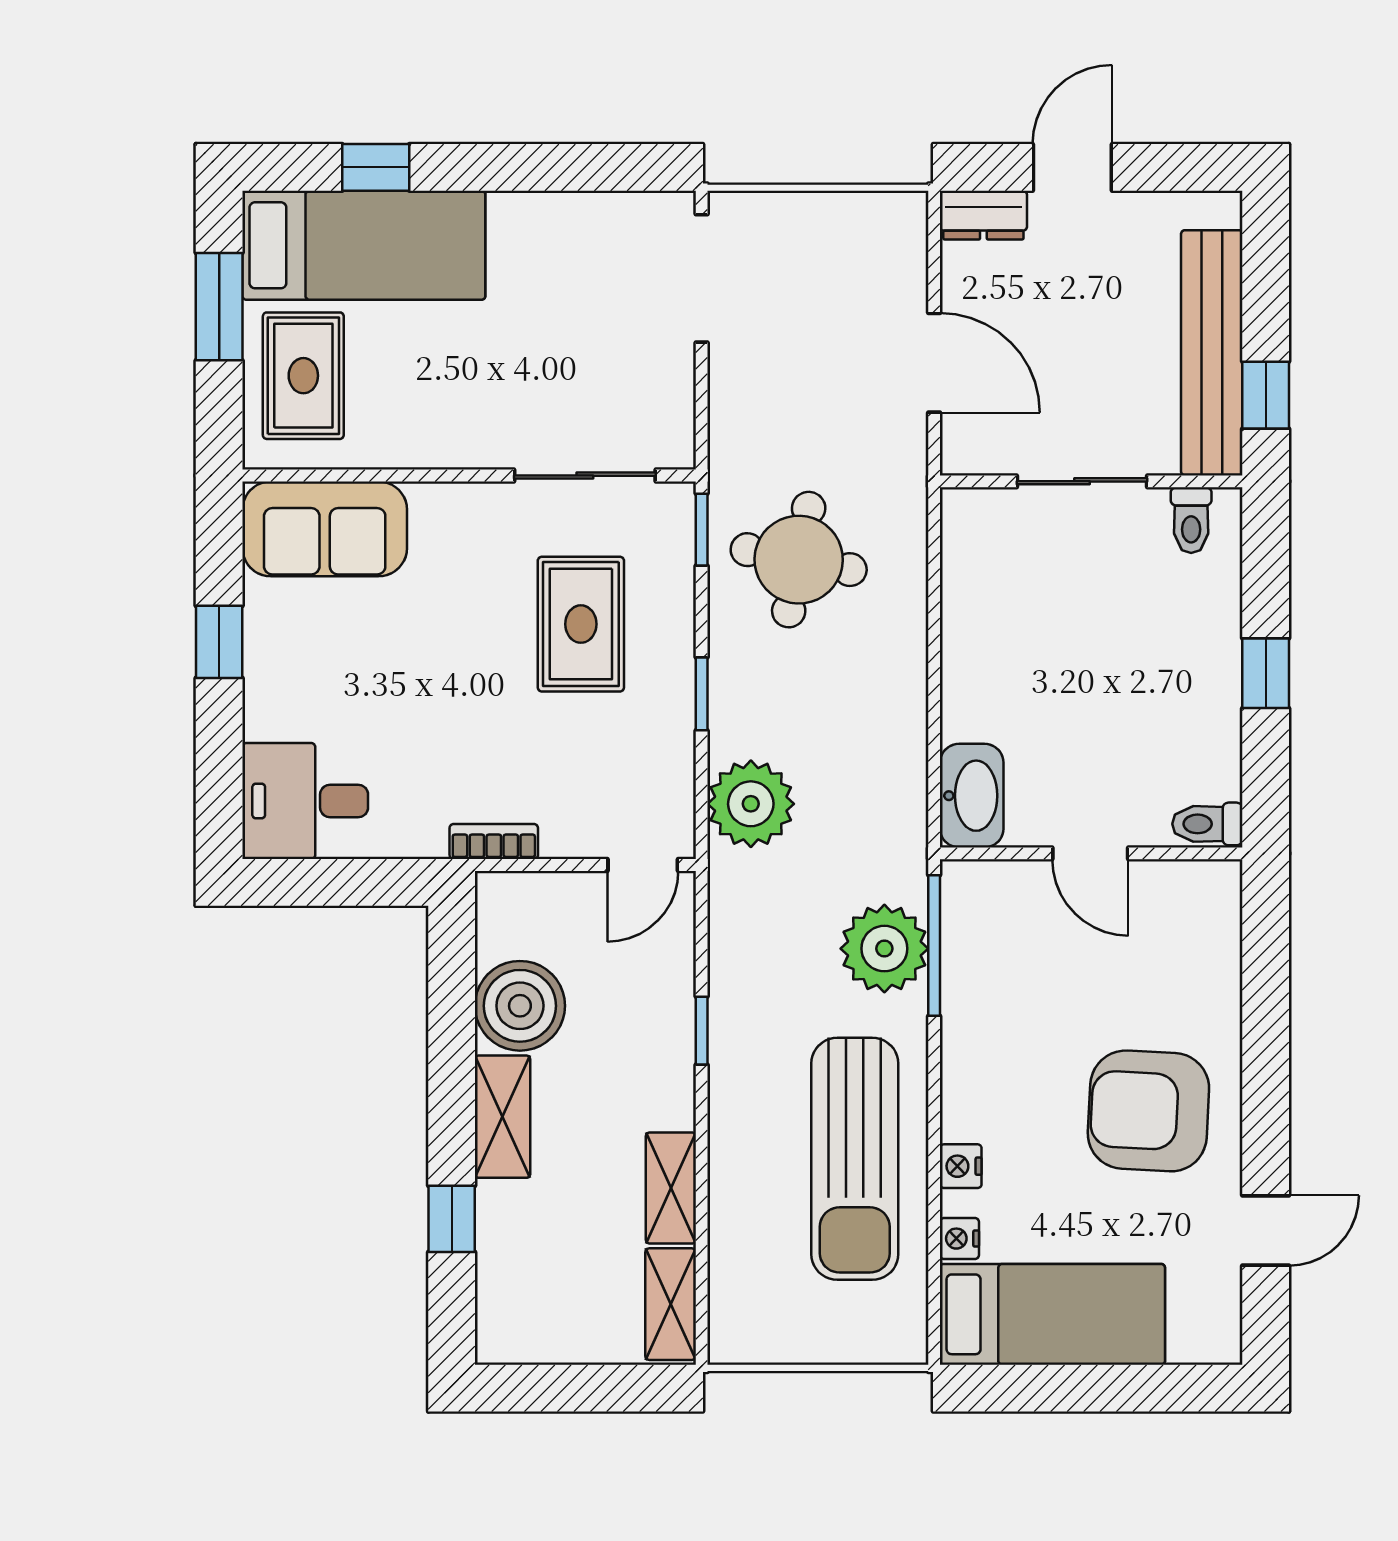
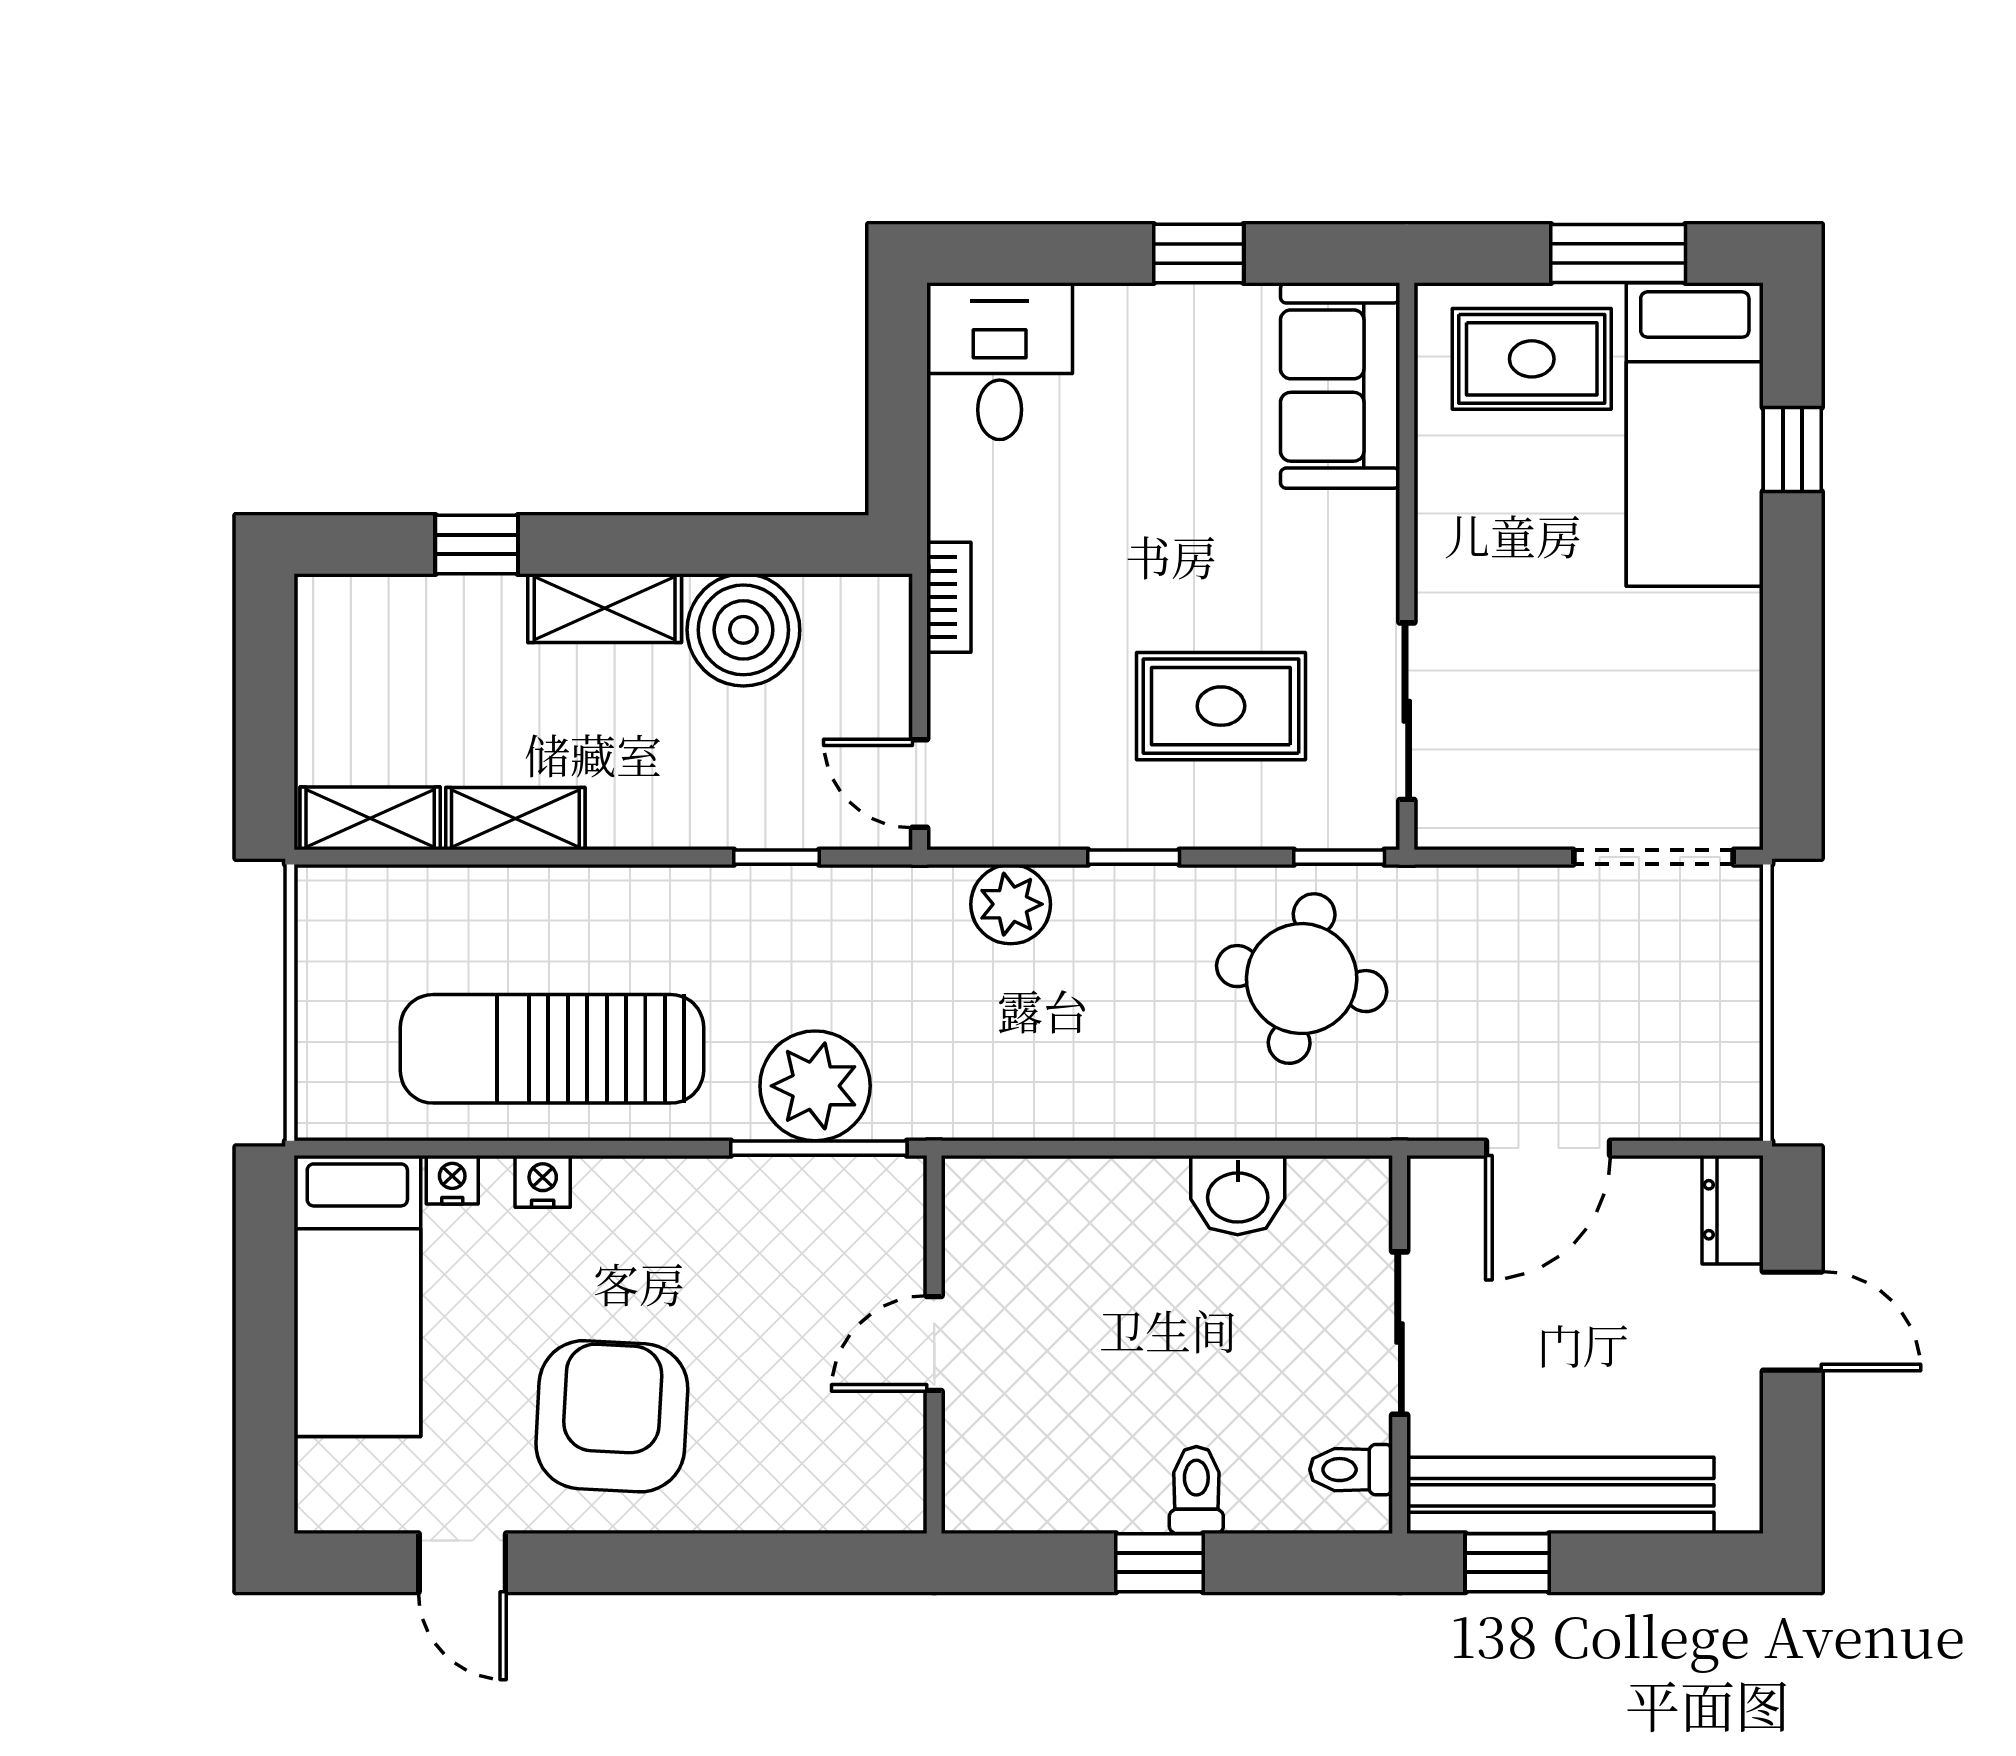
washbasin: (972, 796) -> (1238, 1195), moved, width x0.72
plant: (751, 804) -> (1011, 904), width x0.73, depth x0.73
toilet: (1207, 824) -> (1196, 1490), moved
window: (702, 1031) -> (777, 857), moved

